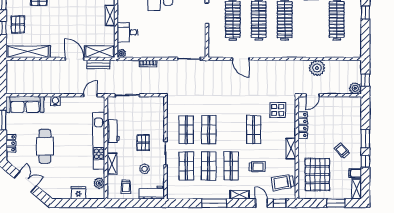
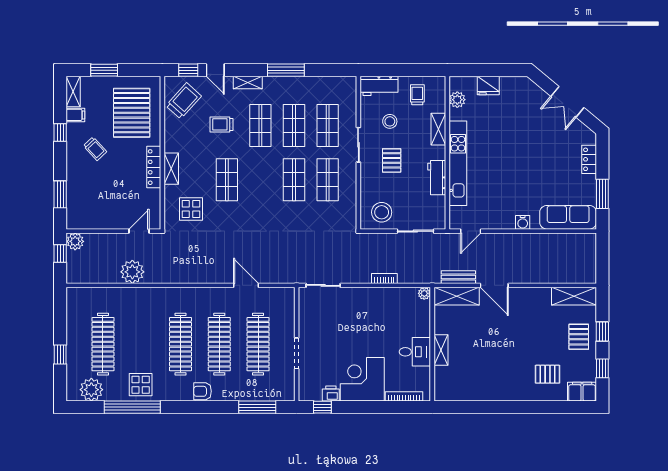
desk: (128, 32) -> (415, 352), moved
shelving: (28, 52) -> (574, 296), width x0.68
stool: (150, 108) -> (382, 212), added
locker: (303, 125) -> (154, 167), moved
window: (365, 139) -> (60, 194), moved
cafe table: (45, 146) -> (538, 155), removed
shelving: (291, 149) -> (171, 169), moved
trolley: (283, 183) -> (184, 101), turned -39

